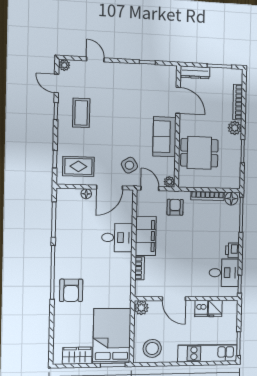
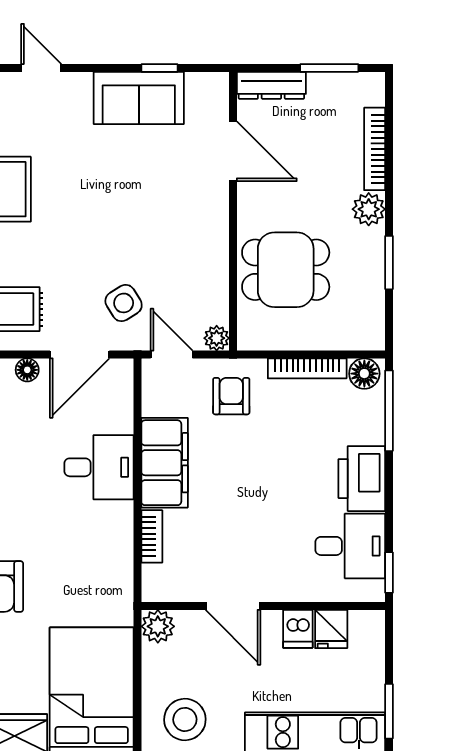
sofa: (164, 137) -> (139, 98), moved, turned -90
printer: (232, 250) -> (362, 479), width x1.87, depth x1.48

